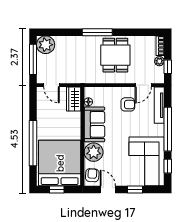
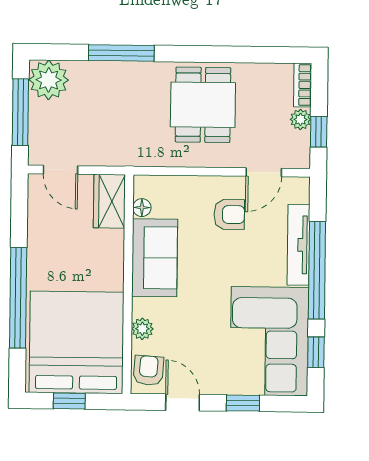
window: (97, 32) -> (121, 53), moved
tv unit: (159, 105) -> (298, 245), moved
plant: (94, 152) -> (142, 329), width x0.53, depth x0.53

